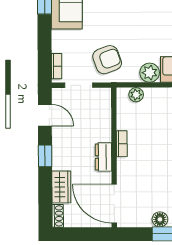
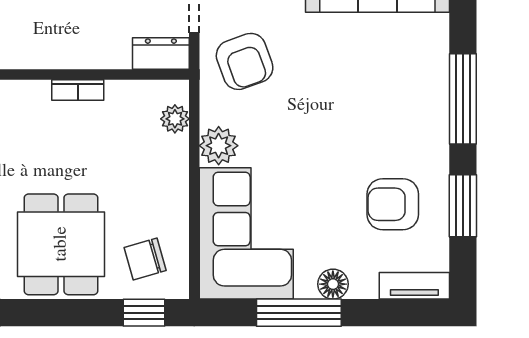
dresser: (103, 157) -> (161, 53), moved

